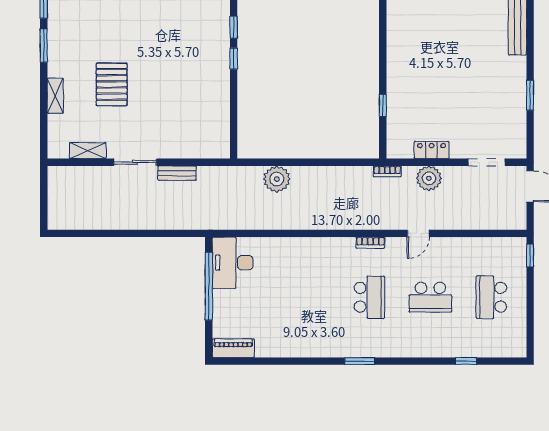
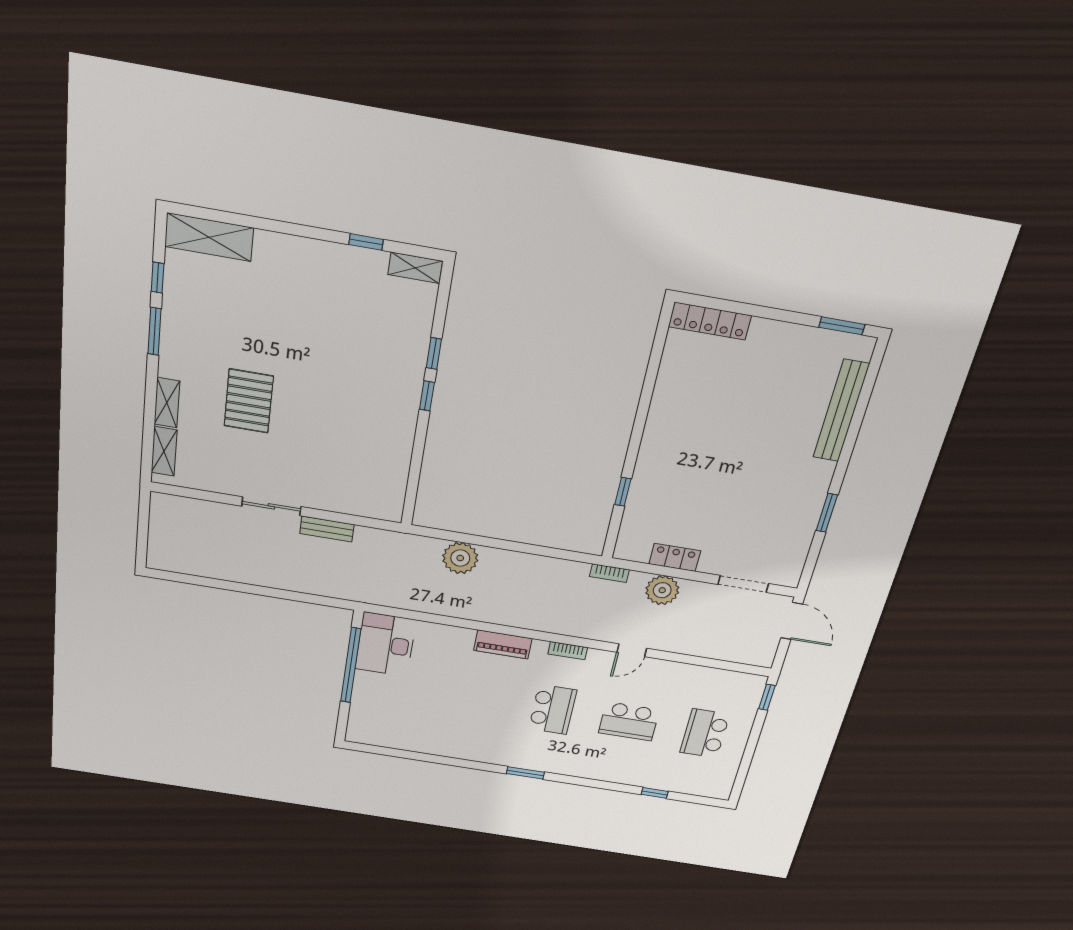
shelving: (88, 151) -> (164, 451), moved, turned 90
piano: (233, 348) -> (503, 644), moved, turned 180

